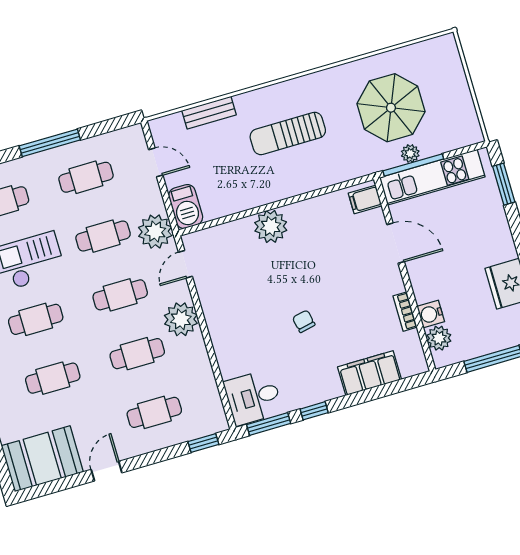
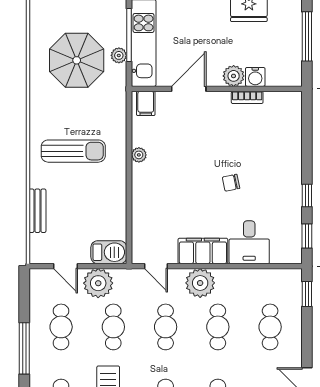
sun lounger: (288, 134) -> (73, 151), turned -90
door: (156, 162) -> (65, 266), swing flipped
window: (413, 165) -> (129, 35), moved
plant: (271, 226) -> (139, 155), moved, width x0.53, depth x0.53
plant: (155, 232) -> (98, 283), moved
plant: (439, 338) -> (234, 76), moved
filing cabinet: (370, 373) -> (203, 251), moved, turned 90
desk: (253, 397) -> (249, 242), moved
window: (269, 424) -> (307, 236), width x0.67

